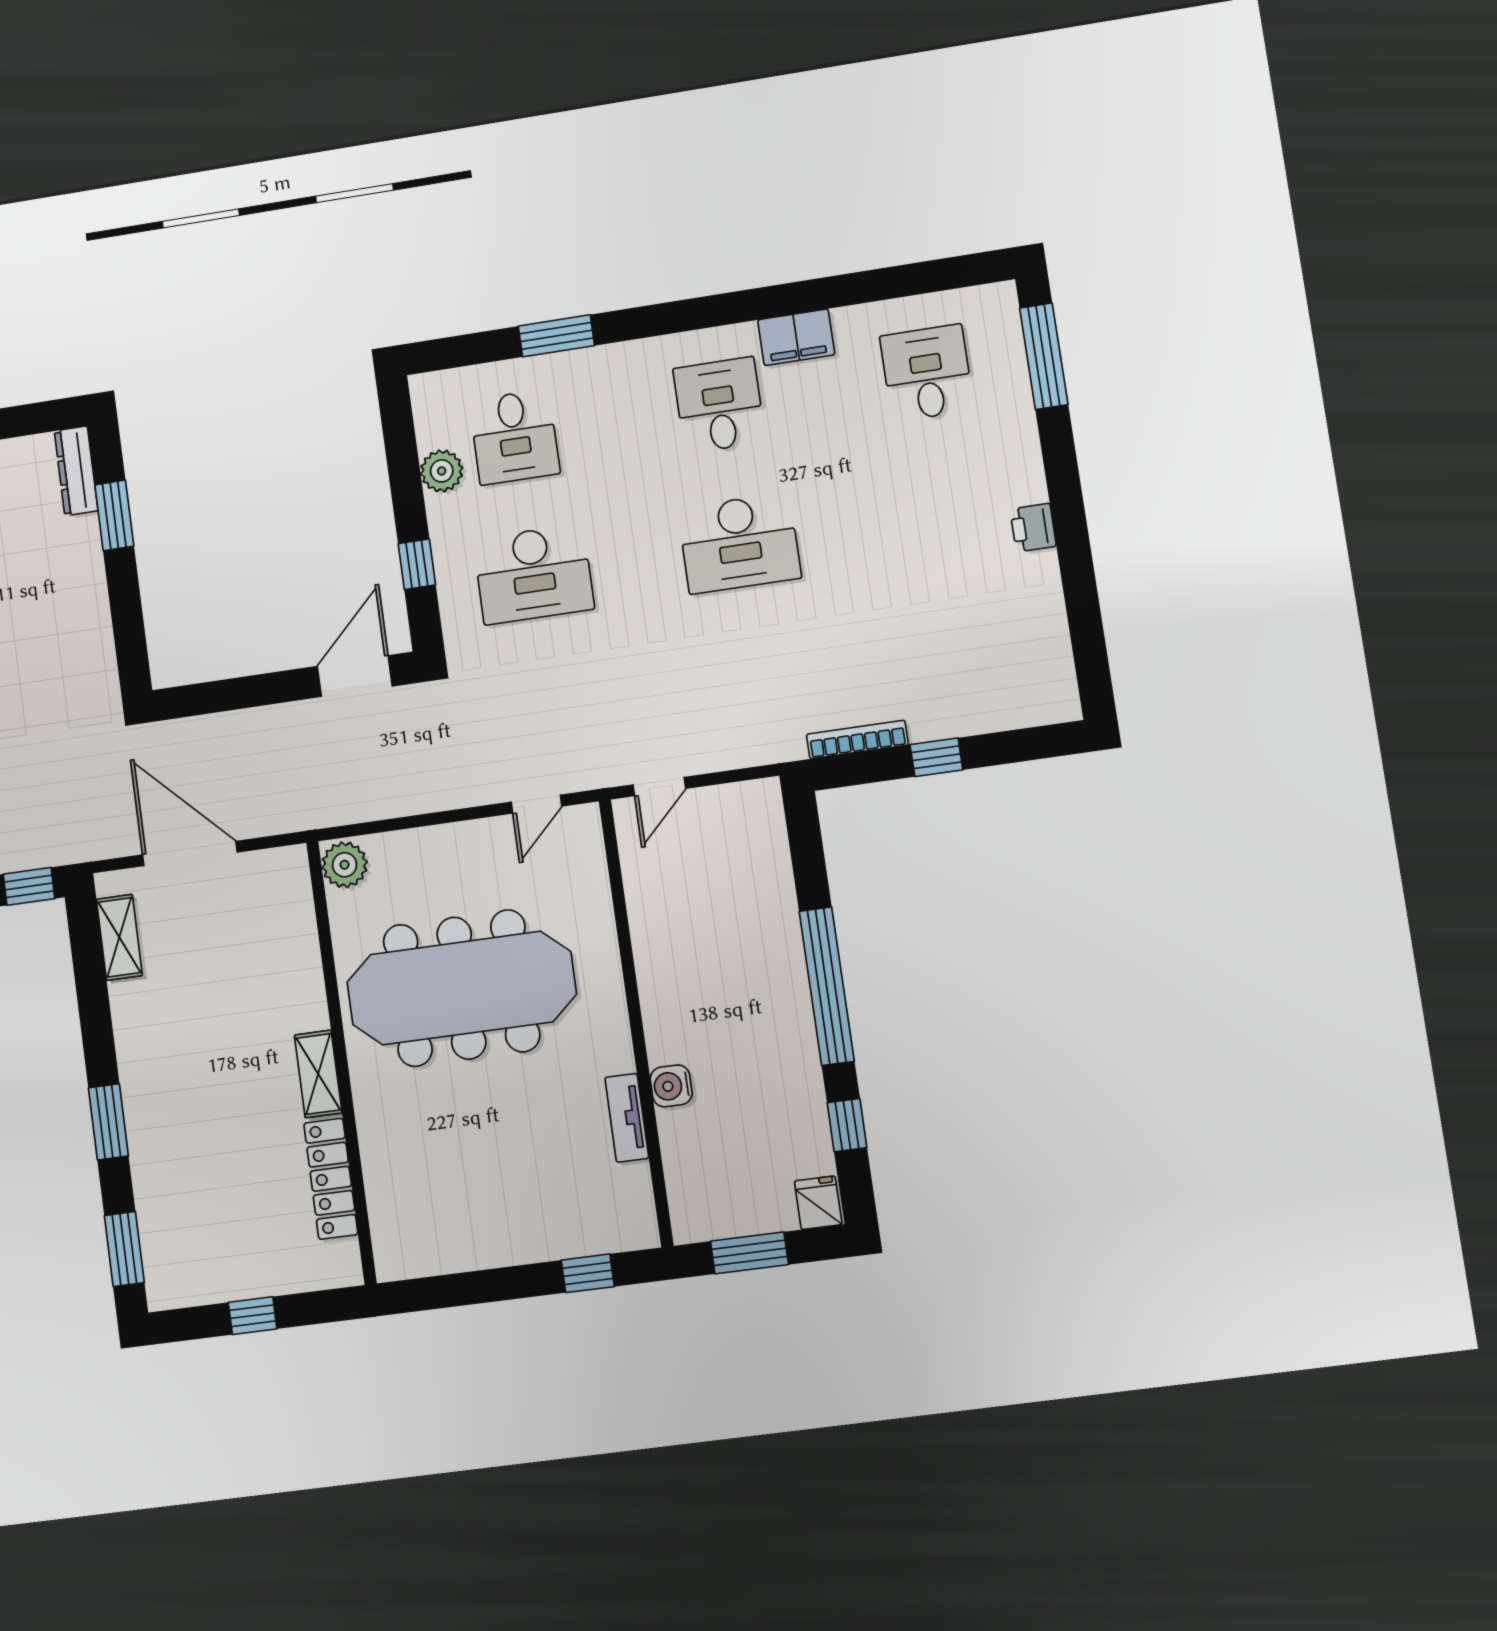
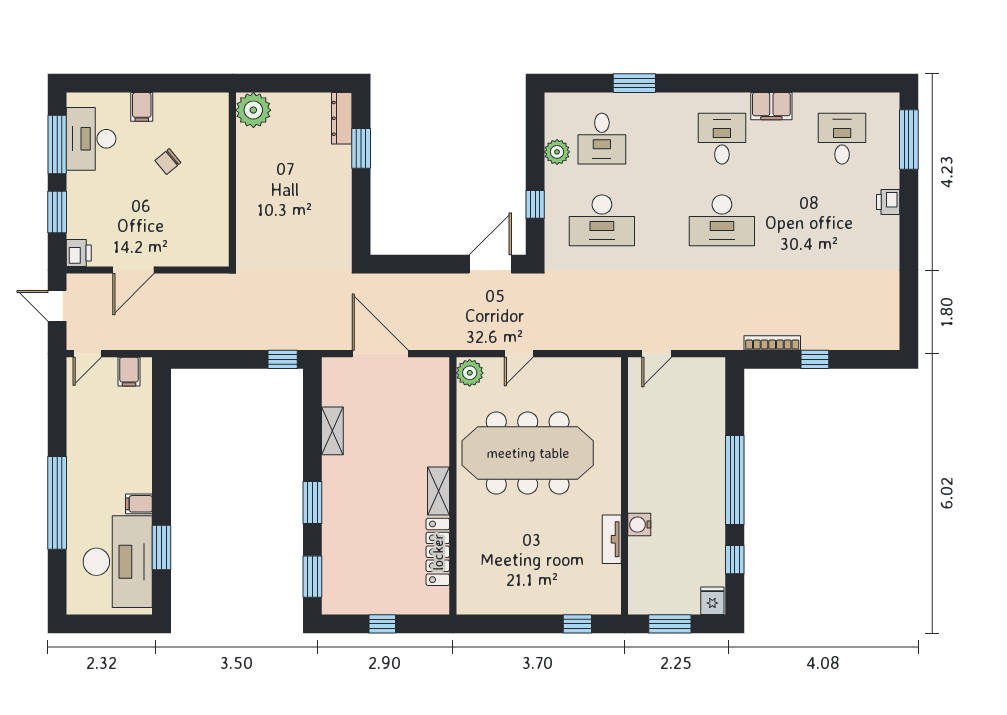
printer: (1033, 528) -> (888, 202), moved
door: (536, 804) -> (519, 354), moved
shelving: (119, 937) -> (332, 431), moved

